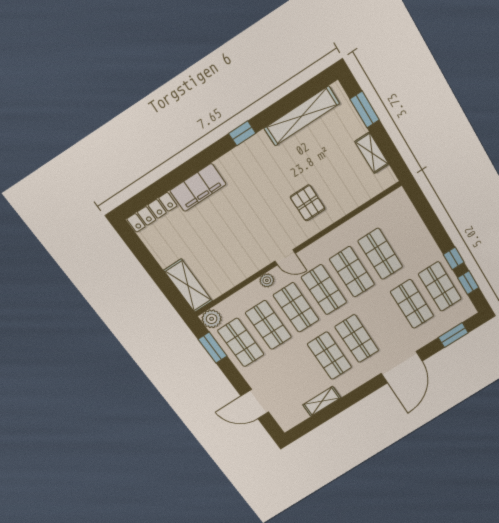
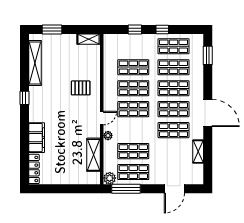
shelving: (372, 153) -> (89, 39), moved
window: (468, 283) -> (135, 30), moved
shelving: (188, 286) -> (94, 155), moved, turned 90
shop shelf: (296, 307) -> (173, 88), moved
window: (213, 348) -> (126, 189), width x1.44
door: (402, 367) -> (208, 113), moved

